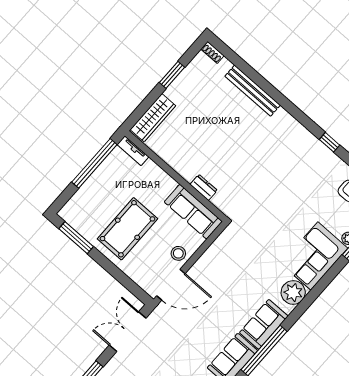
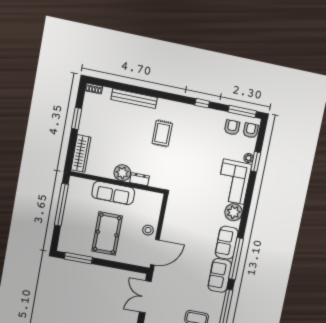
rug: (262, 150) -> (162, 133), added
tv unit: (133, 151) -> (81, 182), removed
plant: (188, 168) -> (122, 173), added
sofa: (193, 212) -> (113, 193), moved

